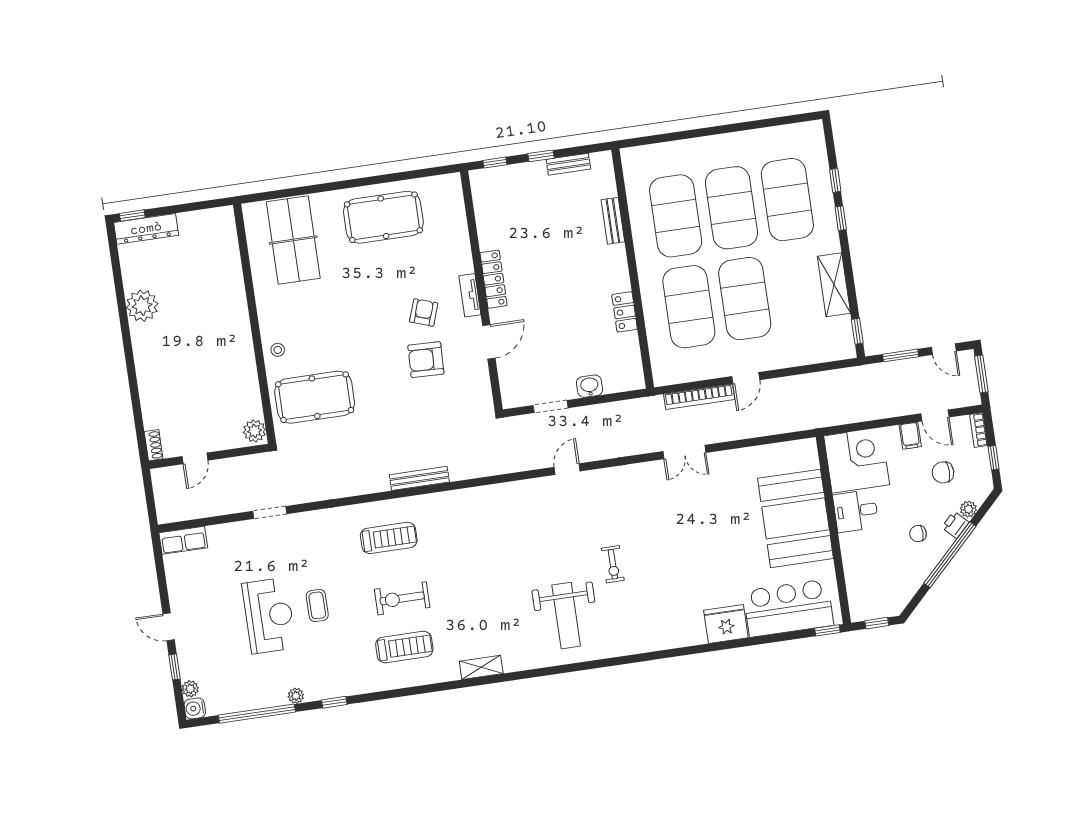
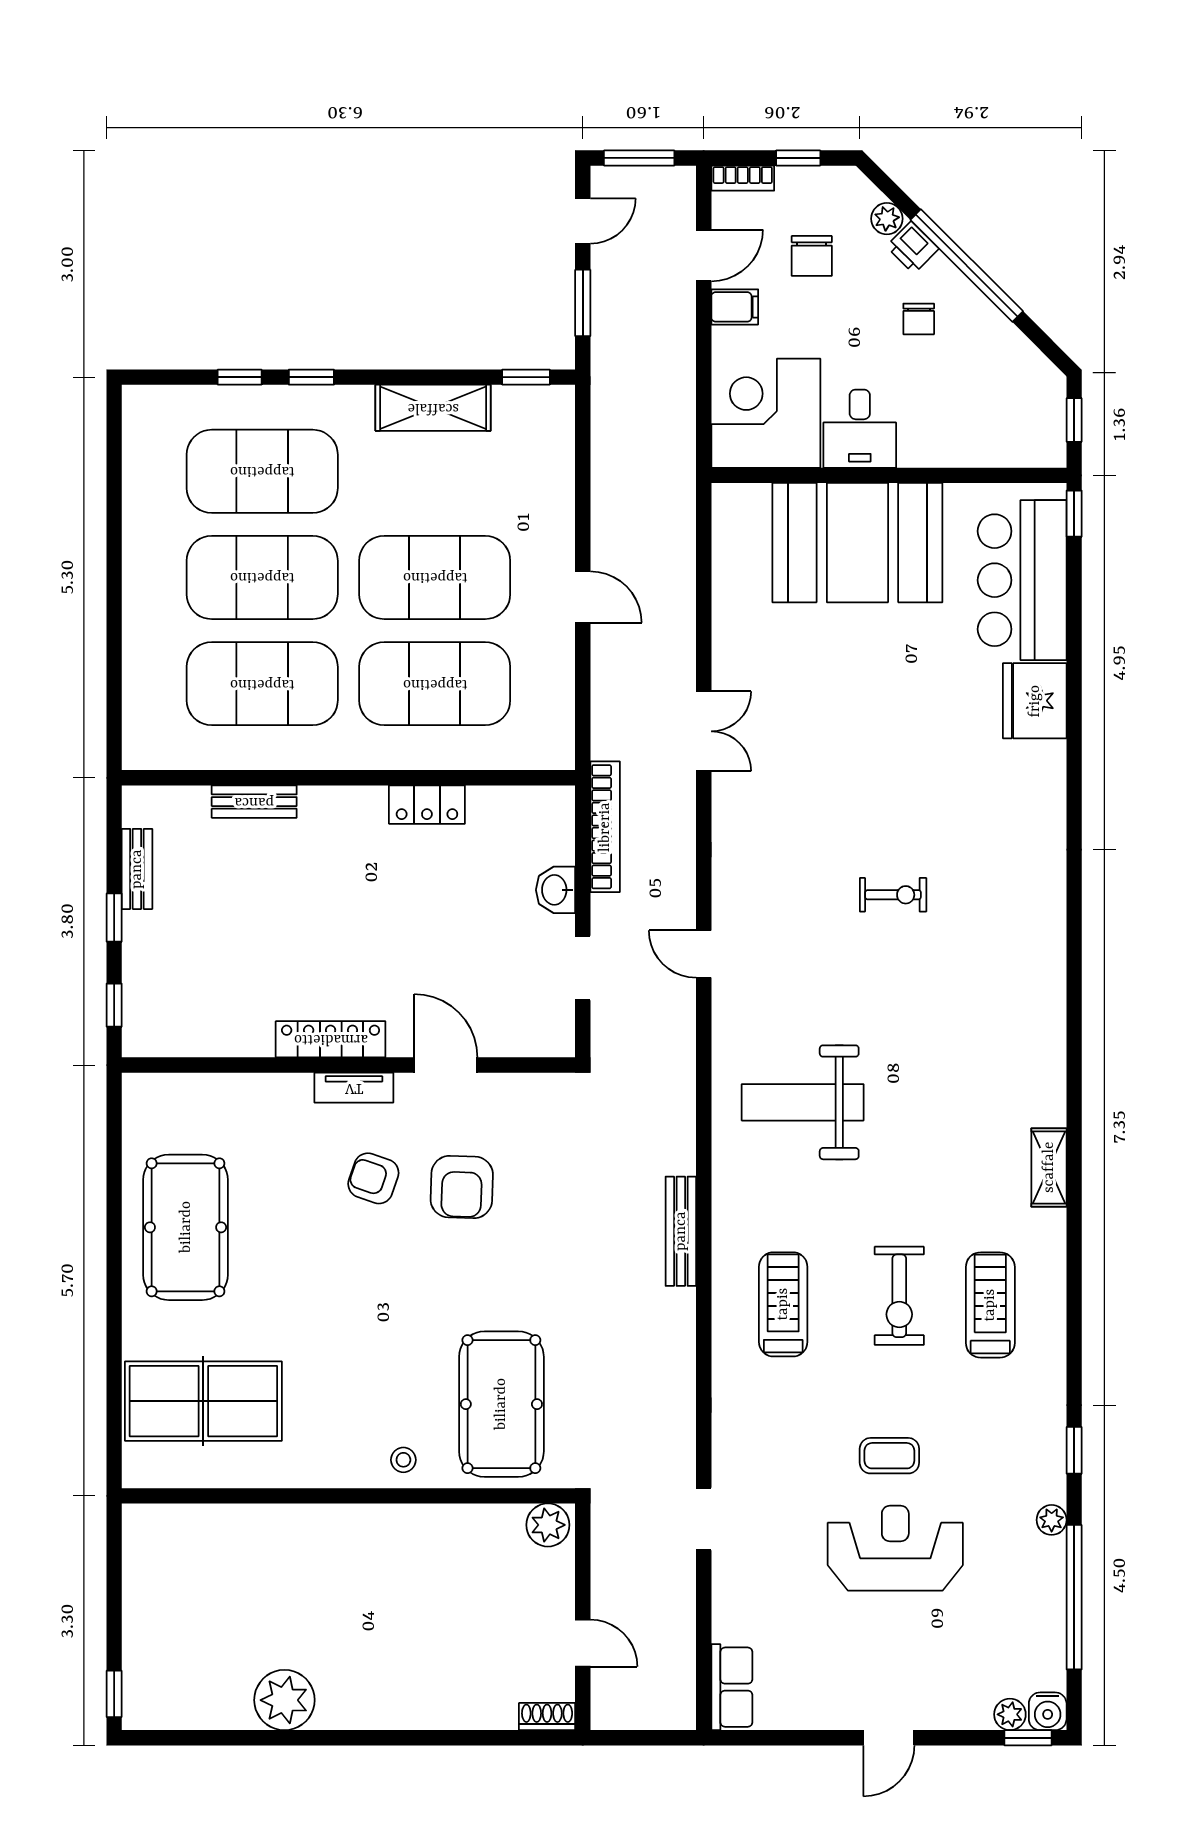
dresser: (146, 229) -> (143, 1672), removed
bookcase: (699, 397) -> (605, 827), moved
weight bench: (566, 616) -> (803, 1102), moved, turned 180
window: (175, 667) -> (1028, 1738), moved

